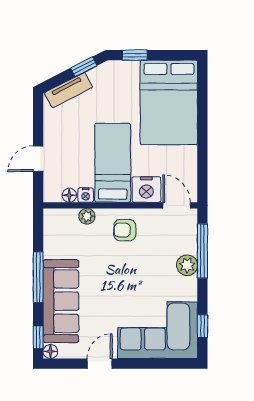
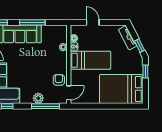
nightstand: (146, 189) -> (77, 77), removed
armchair: (125, 230) -> (59, 80), moved

